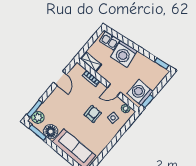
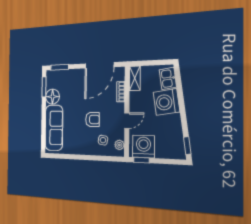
door: (60, 78) -> (99, 65), width x1.87
door: (114, 90) -> (127, 121), swing flipped
plant: (38, 117) -> (55, 76), removed

